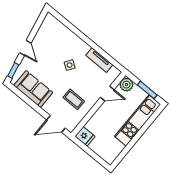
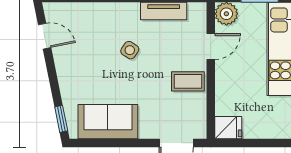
door: (25, 48) -> (45, 36), moved
coffee table: (74, 99) -> (188, 81), moved

